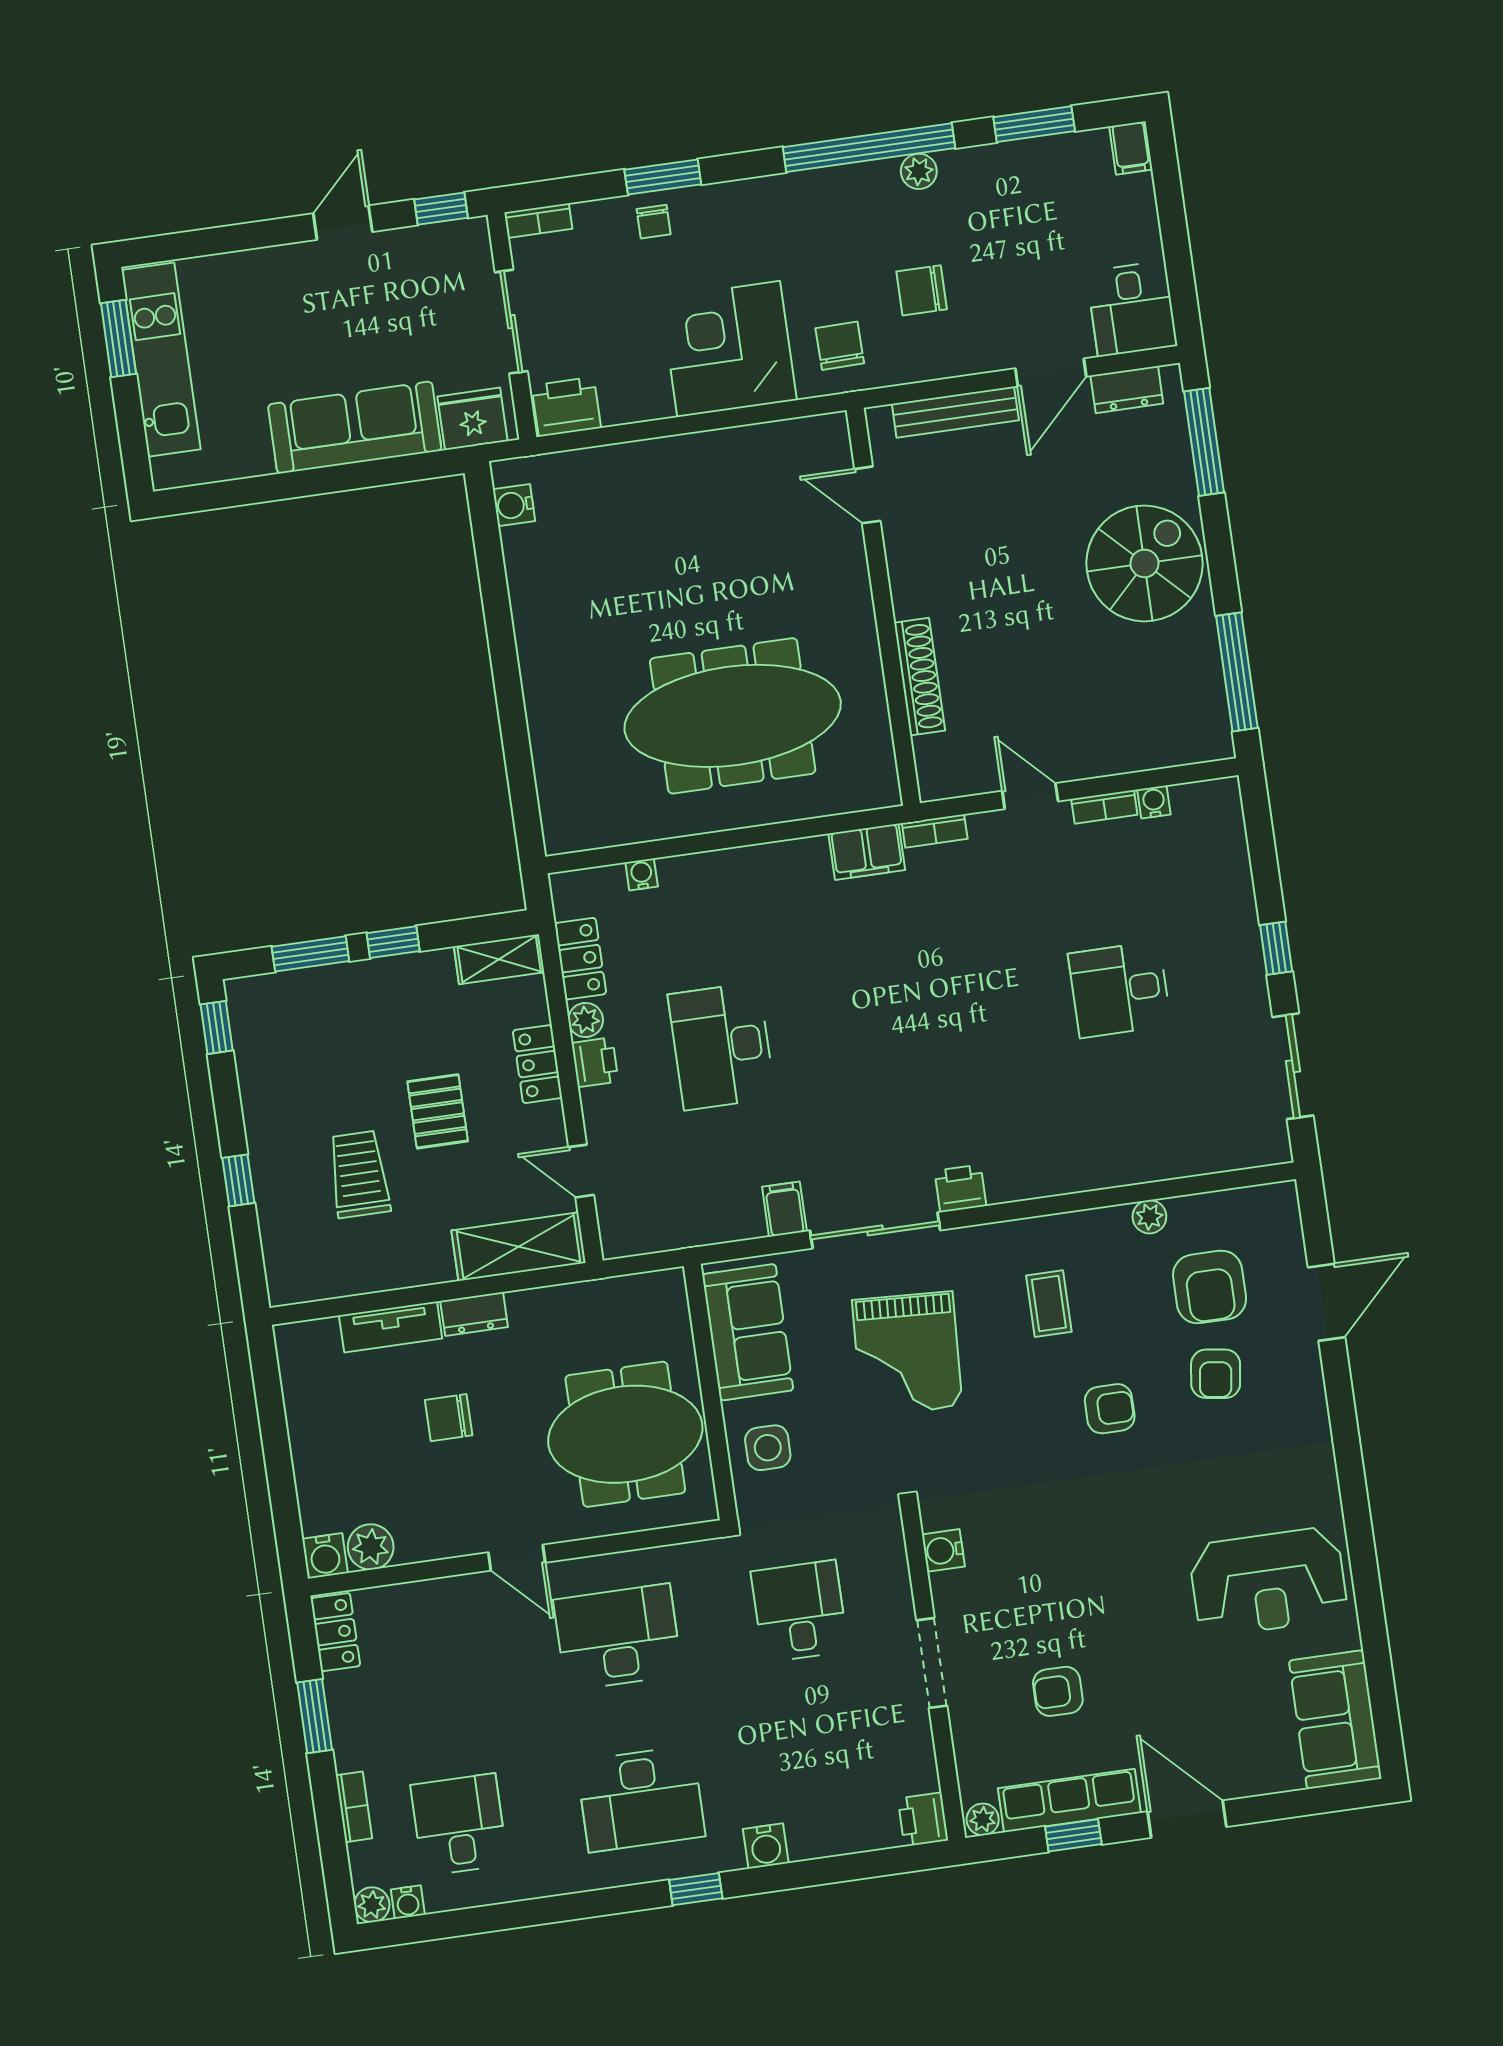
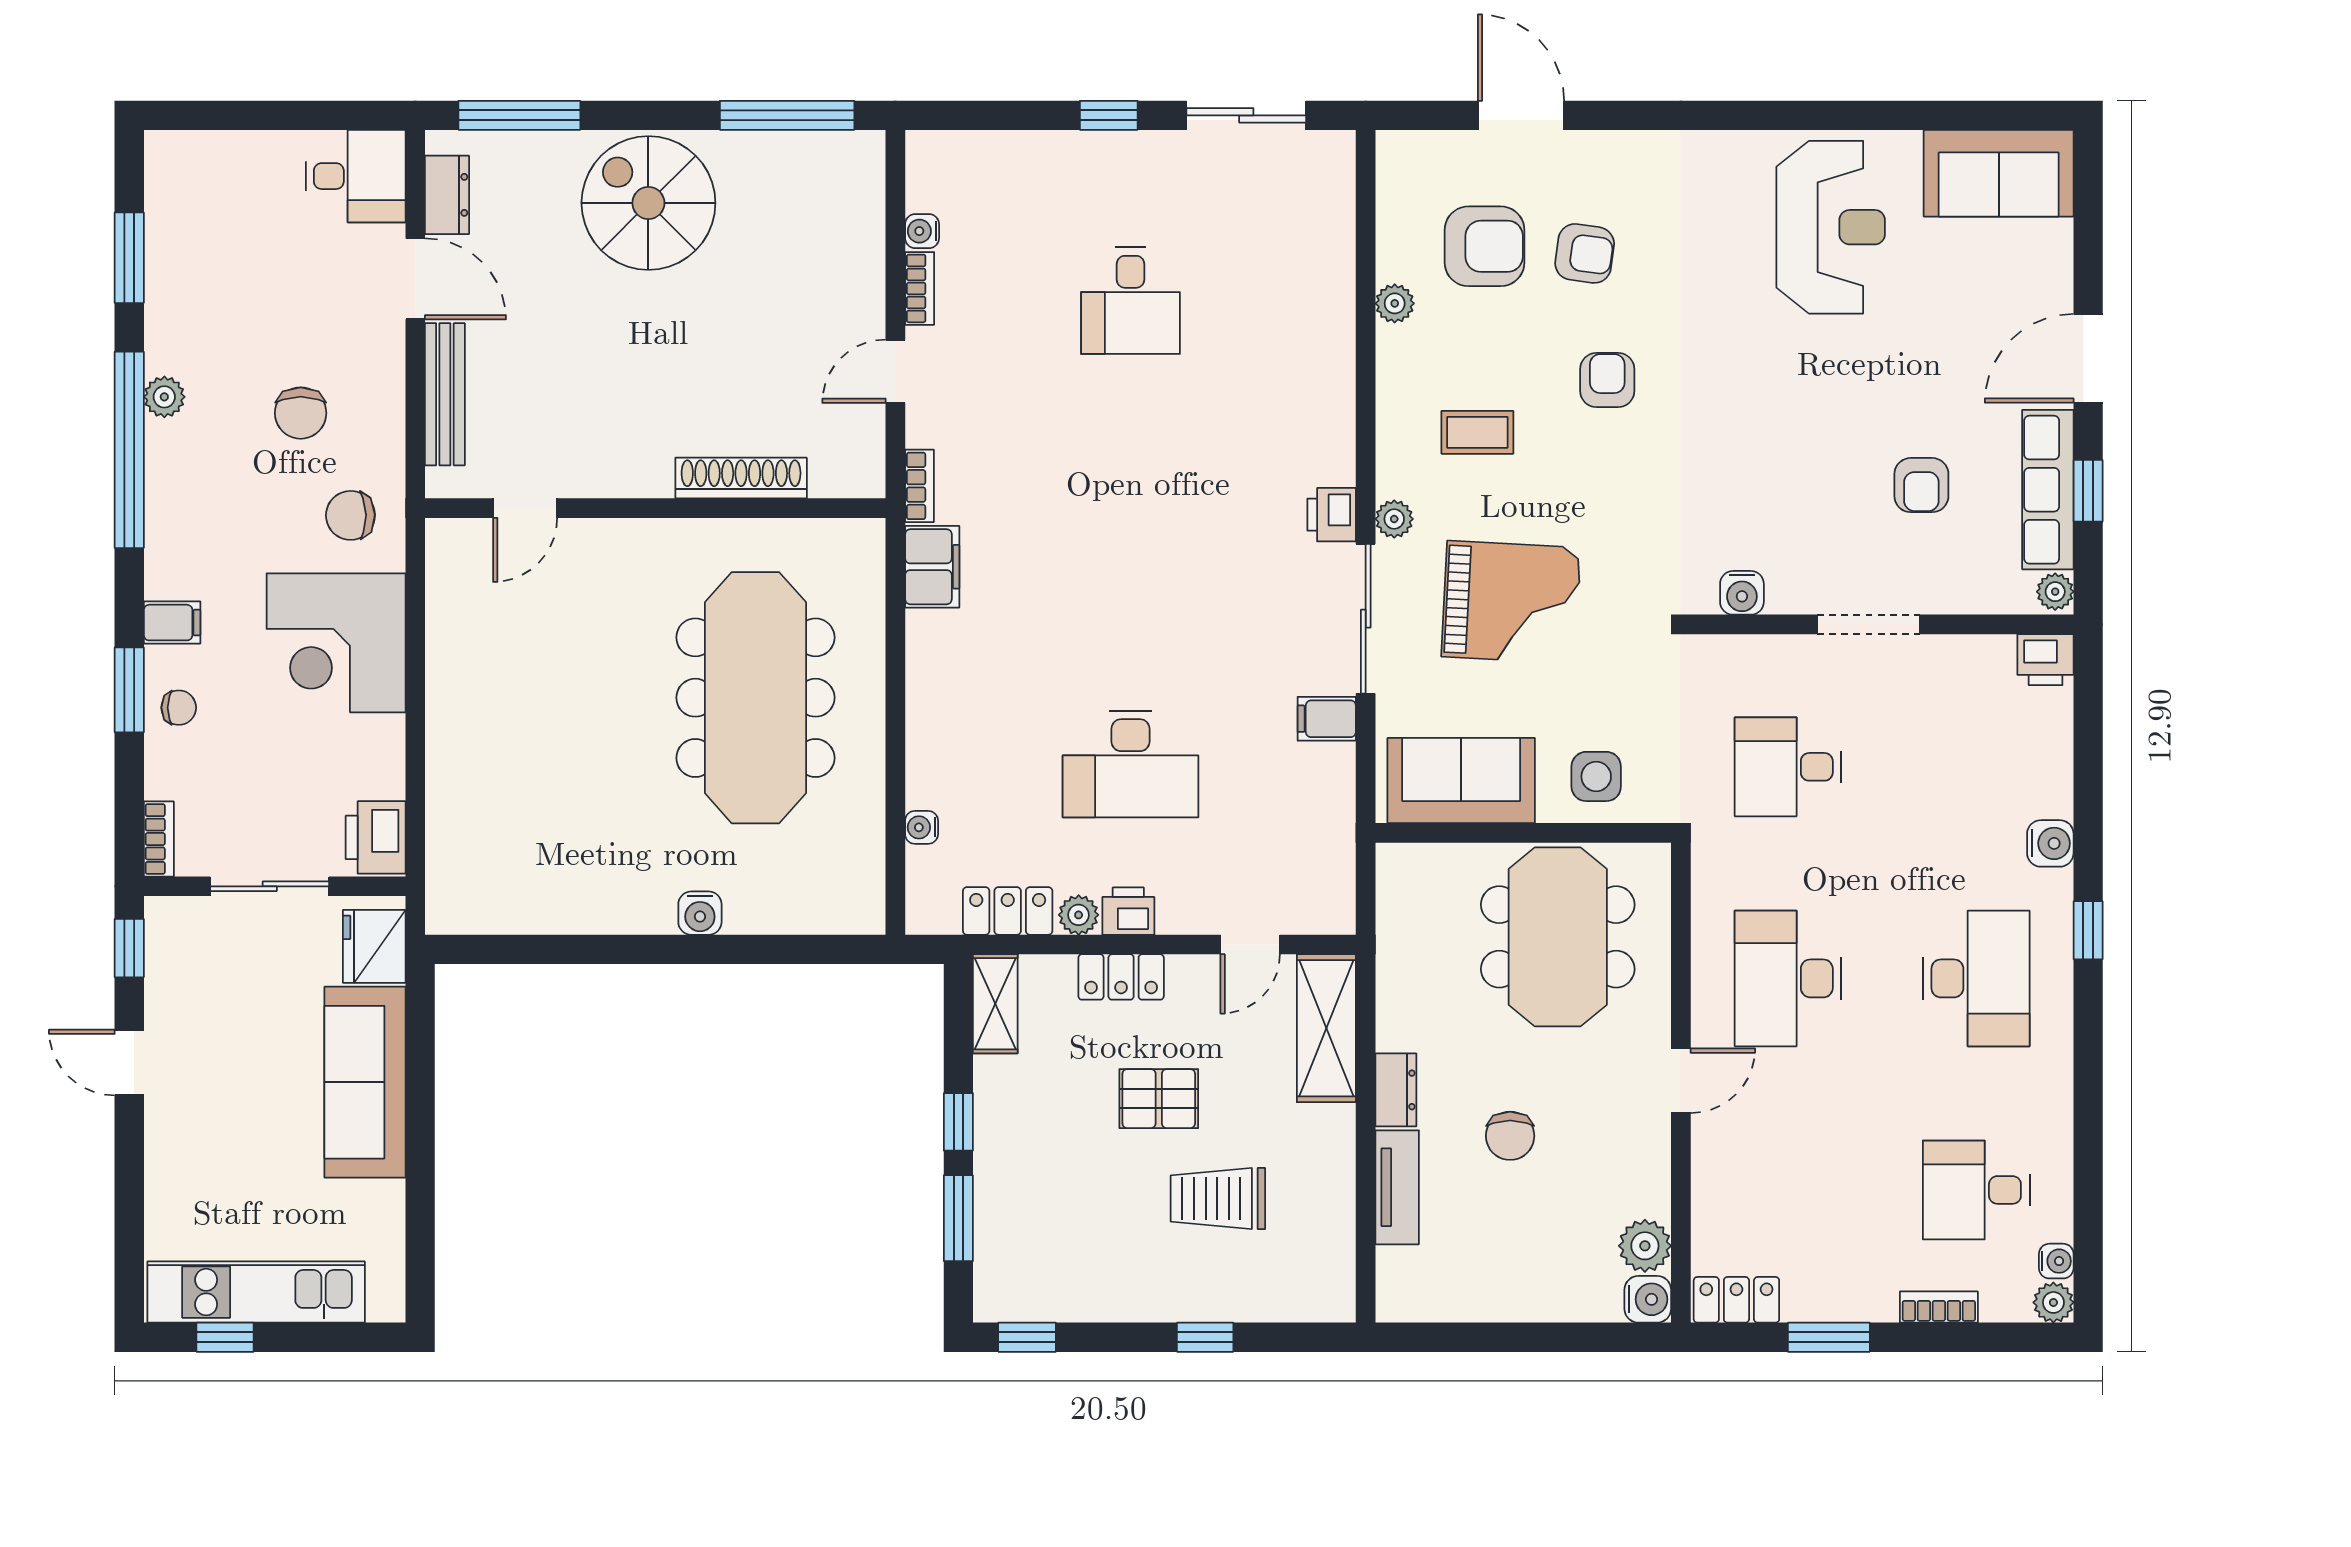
filing cabinet: (1131, 148) -> (172, 623), moved
window: (118, 338) -> (225, 1337), width x0.67
water cooler: (514, 505) -> (700, 913), moved
plant: (964, 1243) -> (1394, 519), added

